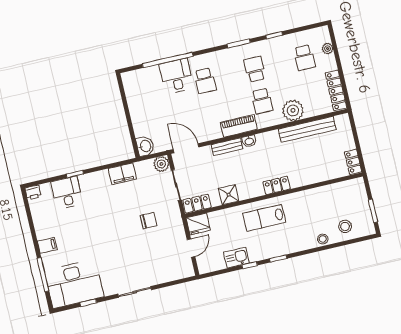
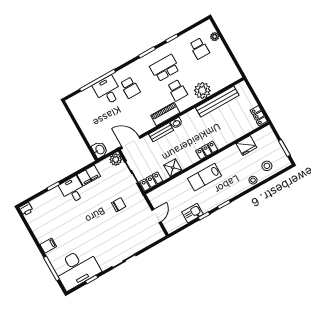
school desk: (255, 69) -> (165, 68), width x1.85
locker: (336, 90) -> (230, 66), removed
desk: (67, 193) -> (73, 190), moved
fridge: (198, 224) -> (246, 145), moved

